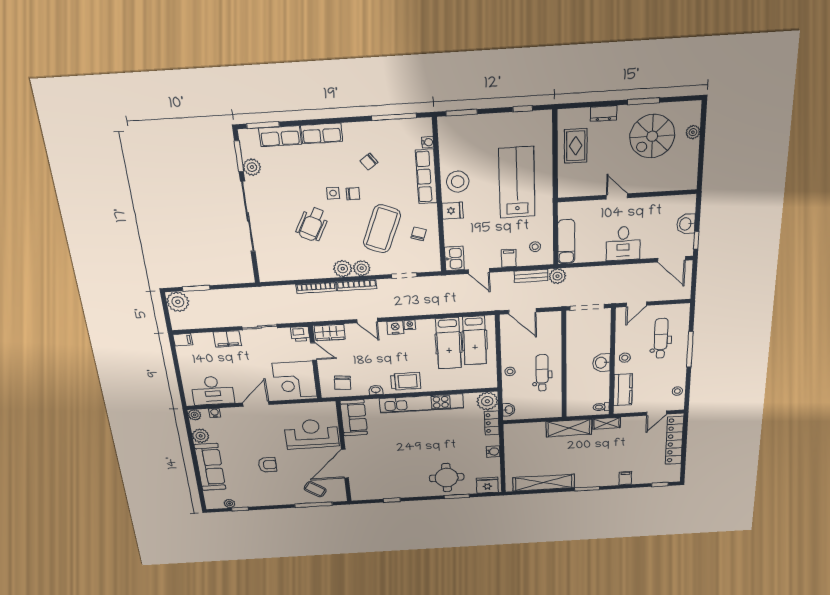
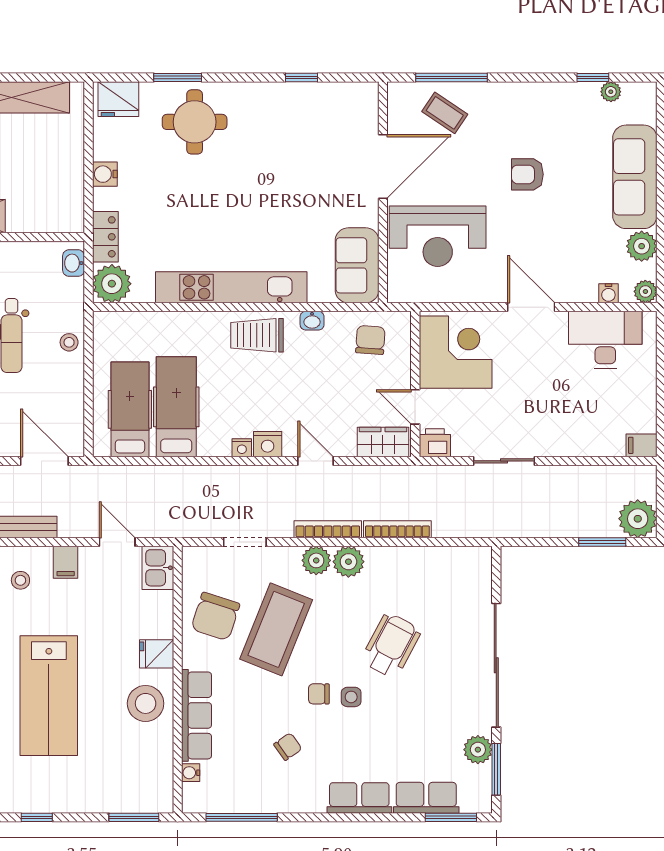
chair: (419, 234) -> (215, 616), width x1.87, depth x1.87
filing cabinet: (227, 339) -> (563, 442), removed
door: (256, 404) -> (531, 307), swing flipped

